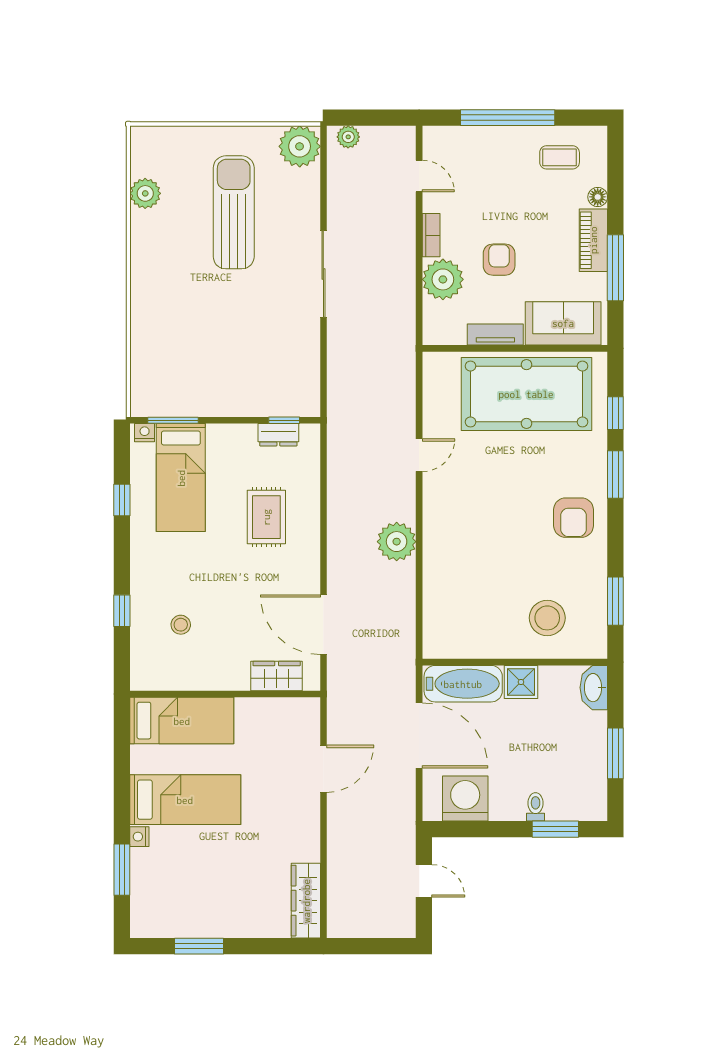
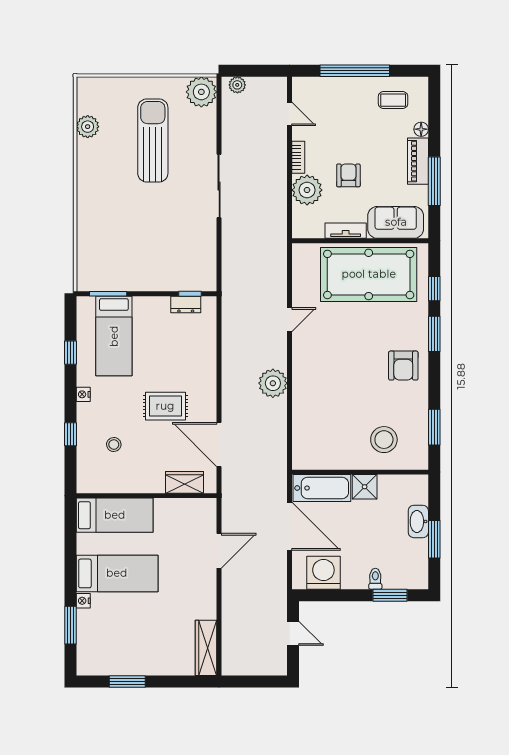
nightstand: (145, 433) -> (83, 394), moved, turned -90
rug: (266, 517) -> (165, 406), moved, turned 90
washbasin: (594, 688) -> (418, 521), moved

